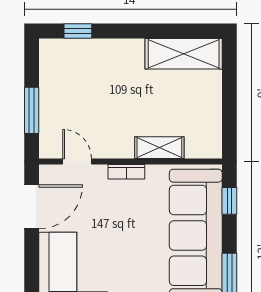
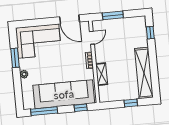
shelving: (184, 54) -> (144, 73), width x1.47
window: (229, 89) -> (131, 103), added

